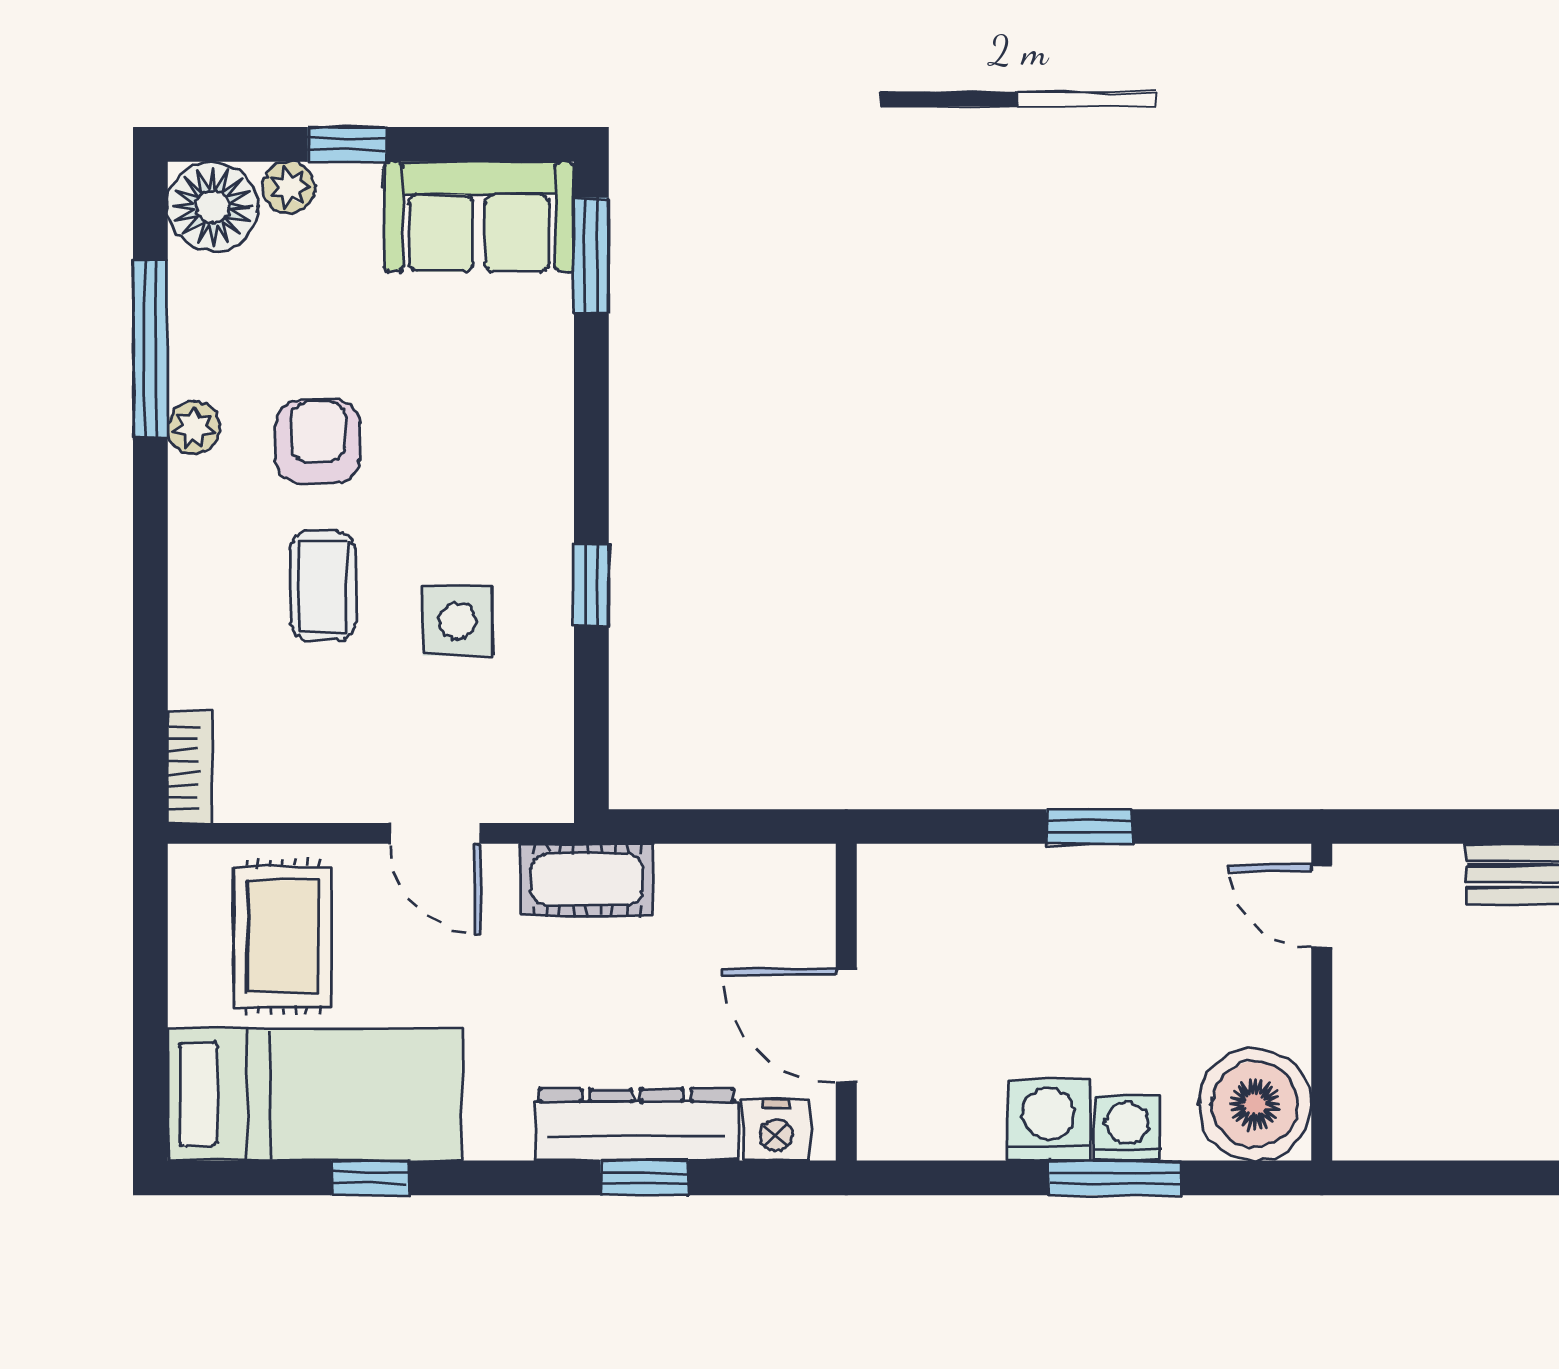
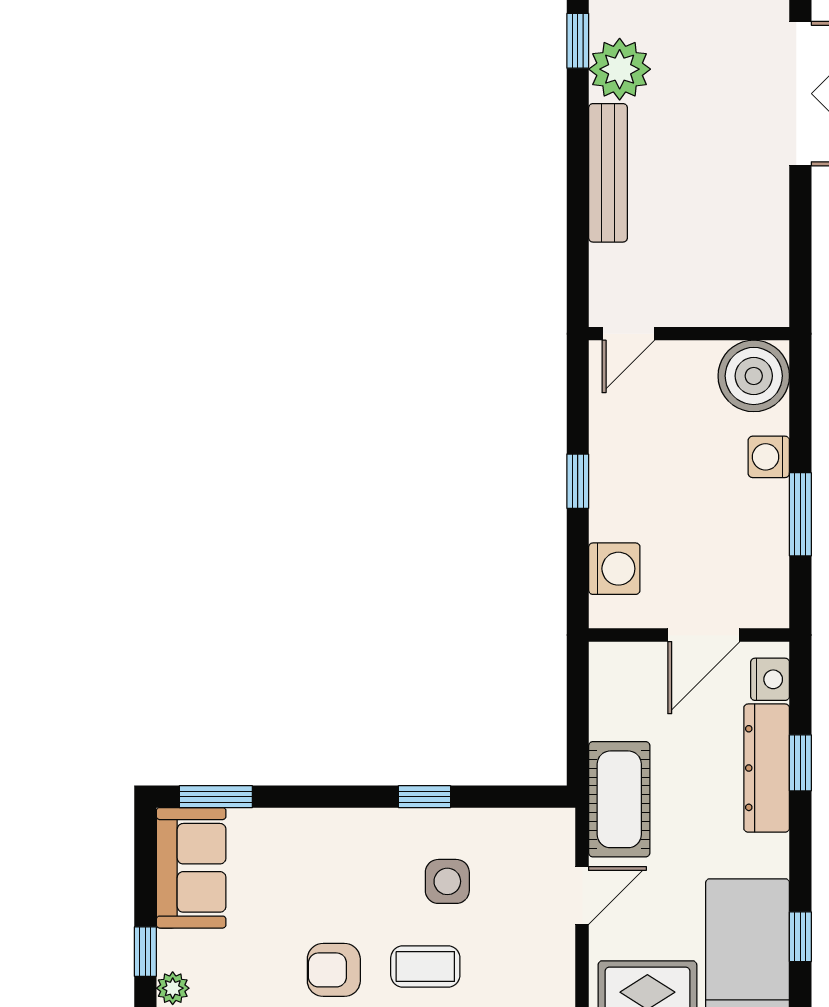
cot: (587, 880) -> (619, 799), width x1.37, depth x1.34
washing machine: (1049, 1120) -> (614, 569), moved, turned 180
window: (1115, 1178) -> (800, 514), moved

